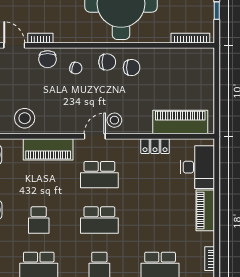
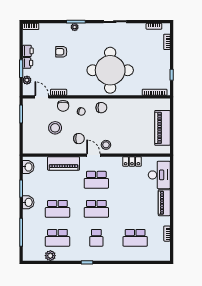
chair: (132, 68) -> (79, 139), moved
stool: (25, 118) -> (55, 128), moved
piano: (180, 122) -> (162, 128), moved, turned -90
door: (95, 136) -> (93, 155), hinge flipped
school desk: (39, 220) -> (57, 209), width x1.85

